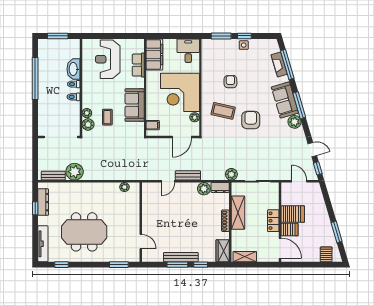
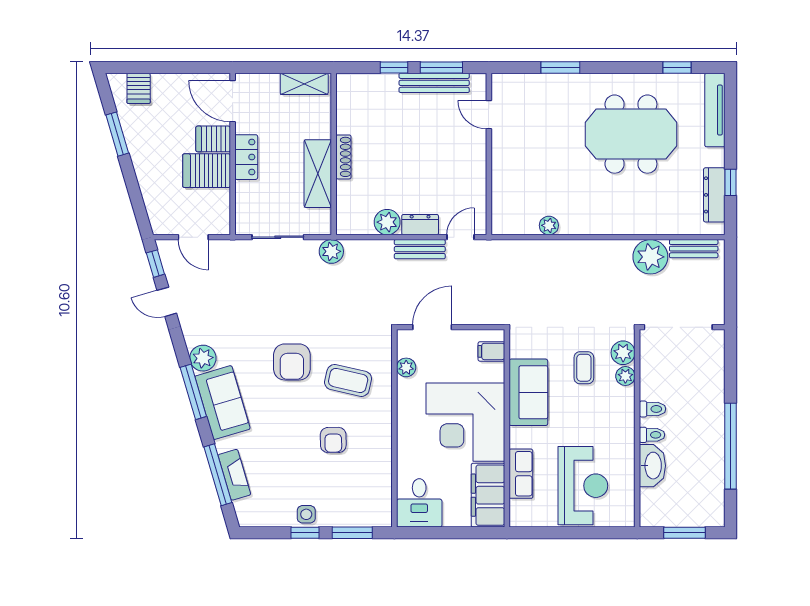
corner desk: (180, 92) -> (465, 422), moved, turned 180
dresser: (220, 187) -> (420, 225), moved
wall: (141, 222) -> (489, 154), moved
door: (141, 242) -> (489, 115), moved
wardrobe: (223, 251) -> (349, 96), removed

